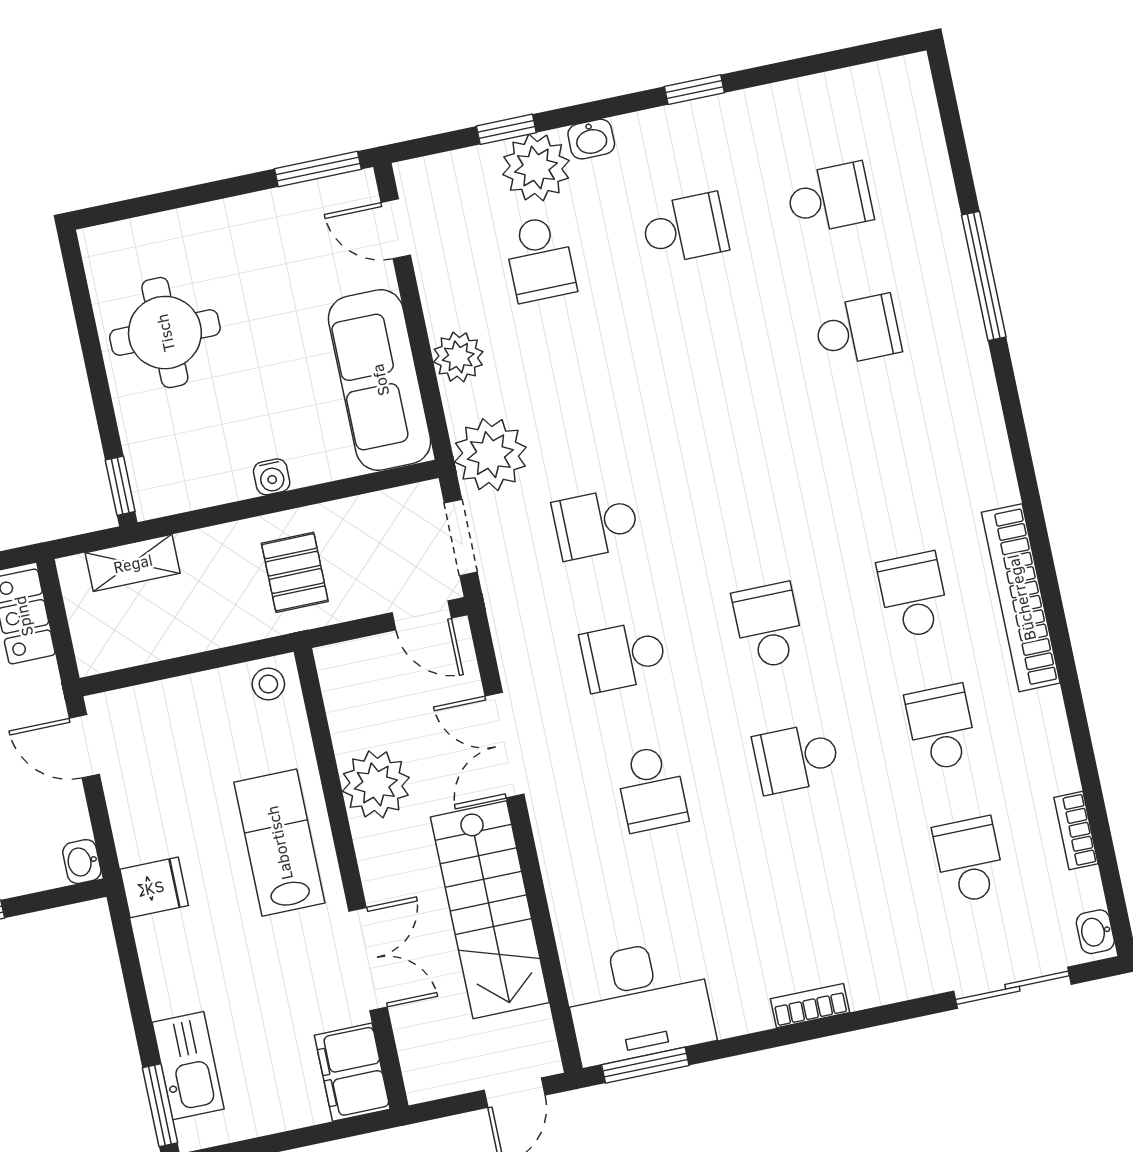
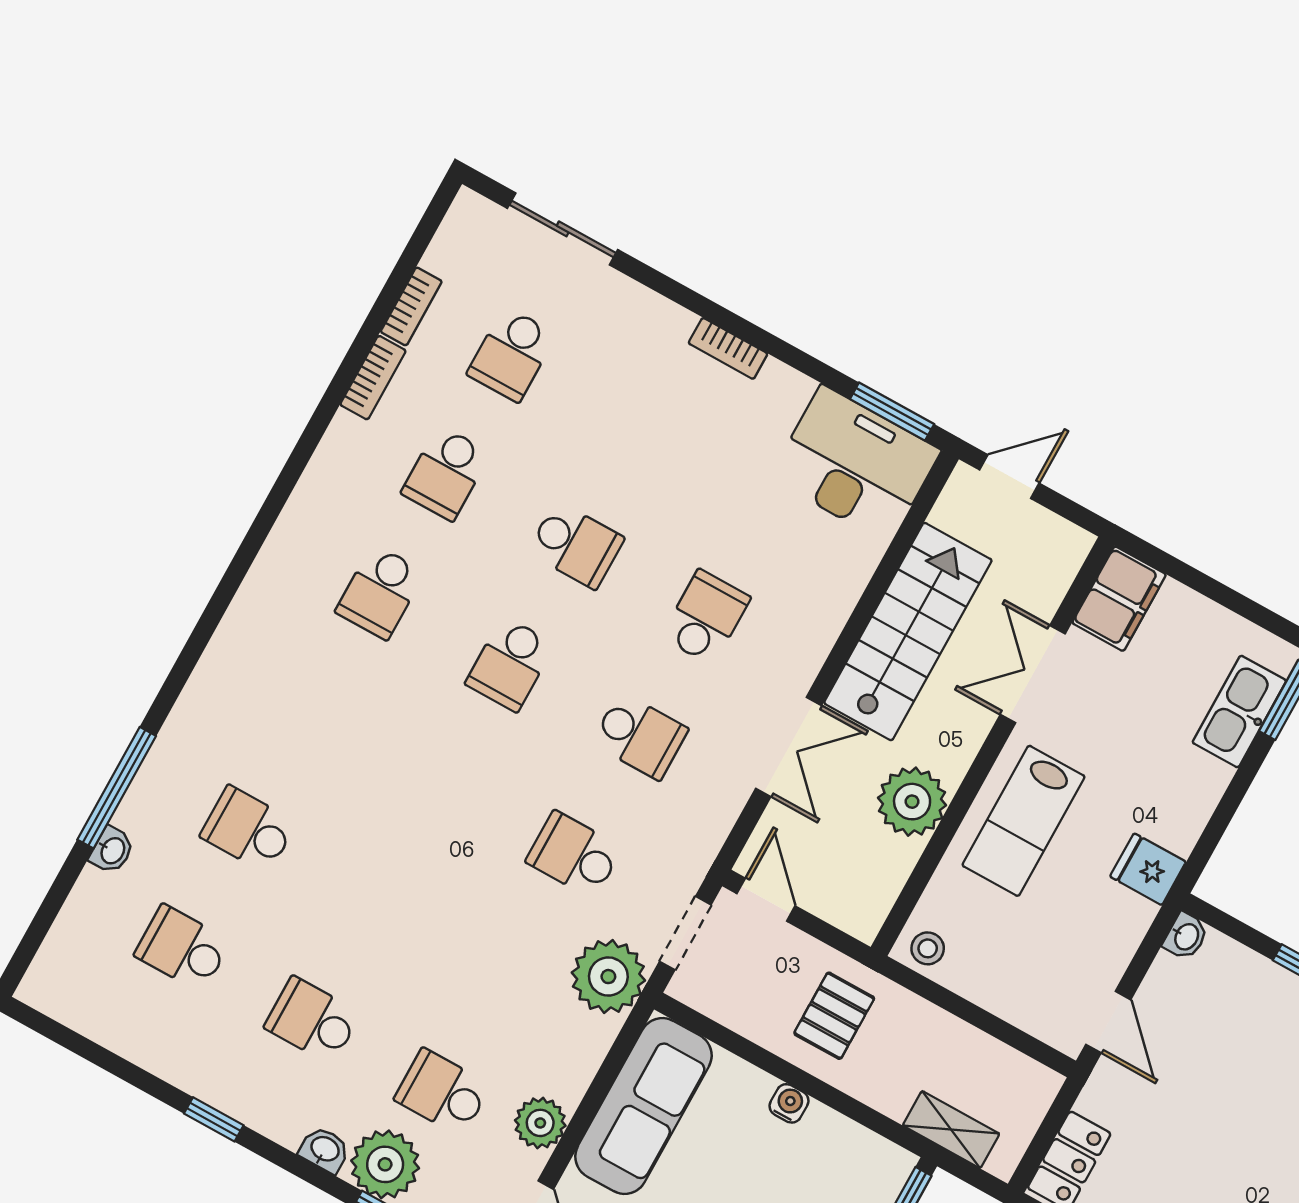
school desk: (540, 259) -> (442, 1092), turned -90
plant: (458, 357) -> (540, 1123), moved
school desk: (596, 524) -> (574, 855), turned 180
bookcase: (1021, 598) -> (373, 378), moved, width x0.43, depth x0.76
washbasin: (1095, 932) -> (112, 850), moved

